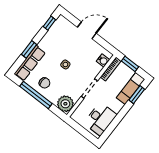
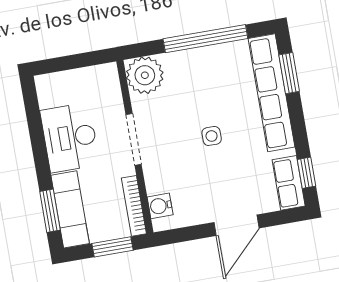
row of seats: (58, 26) -> (289, 183), added
window: (29, 49) -> (289, 73), moved
row of seats: (30, 63) -> (272, 93), width x1.36
chair: (45, 83) -> (212, 72), removed
desk: (100, 119) -> (70, 138), moved

